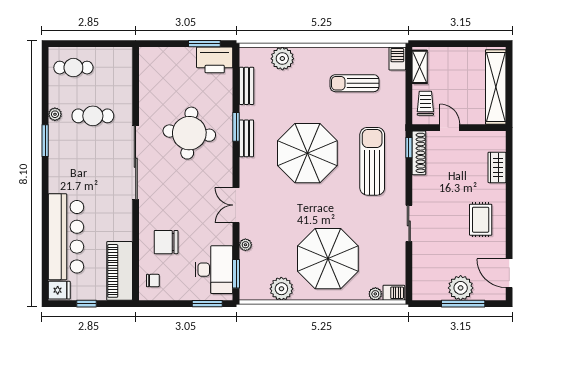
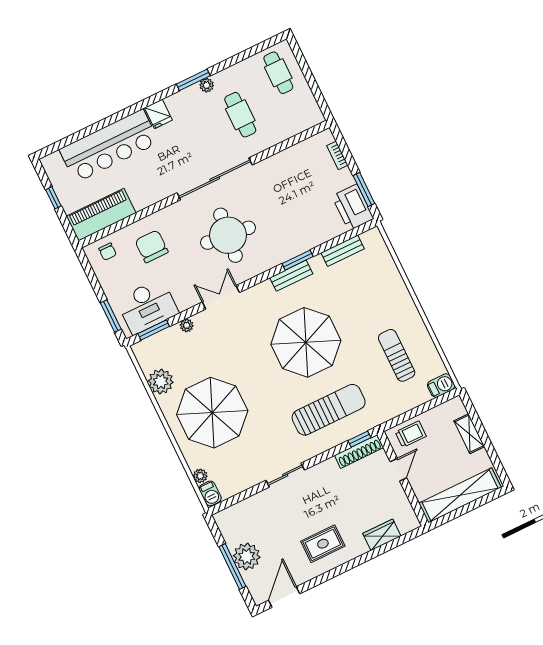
bookcase: (165, 52) -> (337, 155), added
plant: (282, 59) -> (386, 273), removed
shelving: (420, 67) -> (469, 434), moved, turned 90
plant: (55, 114) -> (207, 85), moved
round table: (189, 133) -> (228, 235), moved
fridge: (59, 290) -> (158, 114), moved

